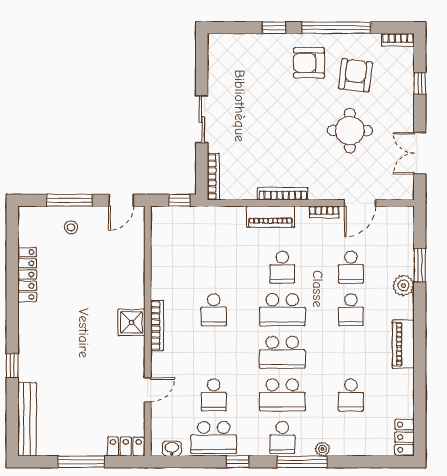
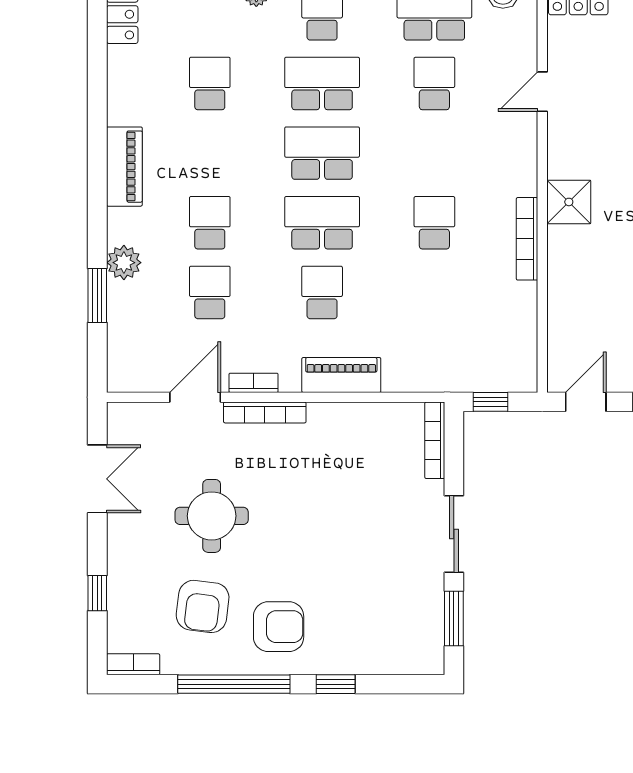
window: (202, 68) -> (454, 619), added
bookcase: (283, 194) -> (265, 412), moved
bookcase: (157, 325) -> (527, 239), moved

